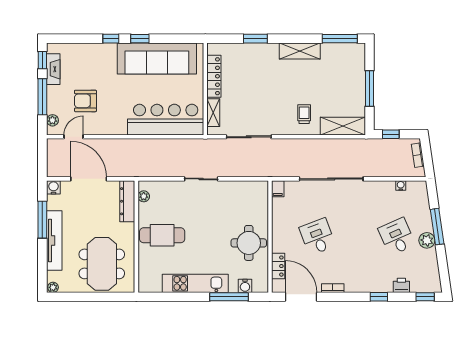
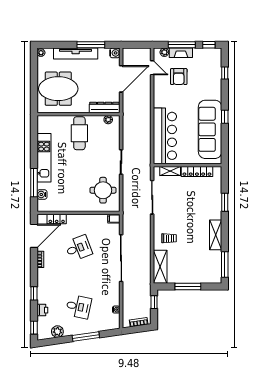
window: (111, 39) -> (225, 73), moved
fireplace: (53, 69) -> (181, 53), moved
armchair: (85, 101) -> (179, 77), turned 180
desk: (397, 237) -> (78, 307), turned 36
plant: (427, 240) -> (57, 332), moved
round table: (249, 243) -> (103, 190), moved

